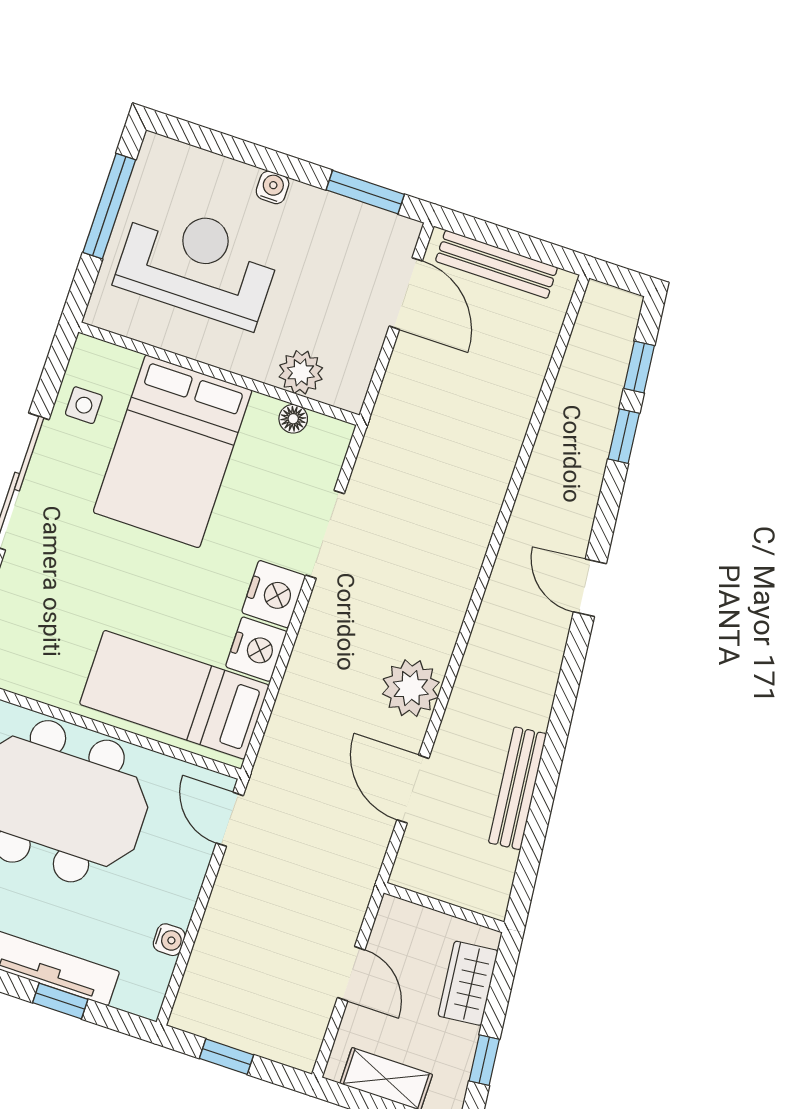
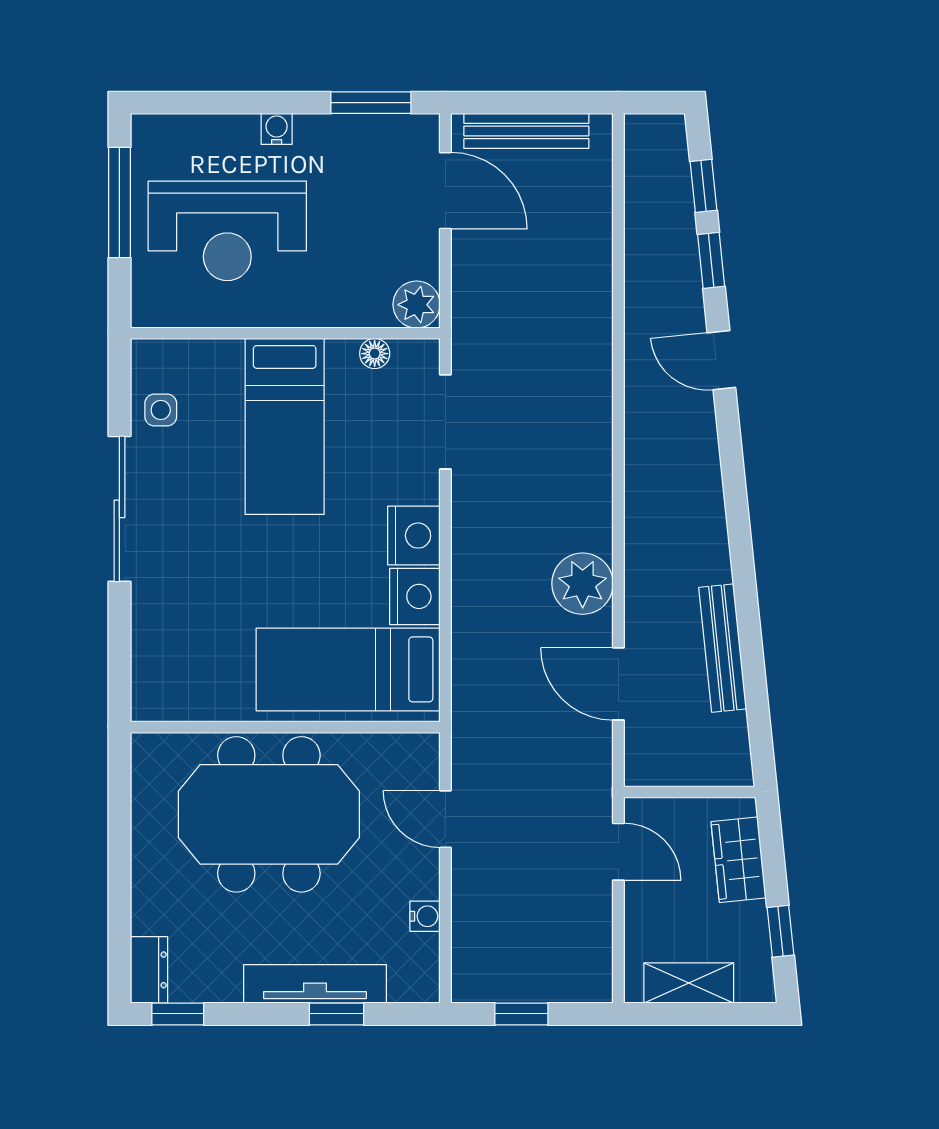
reception desk: (198, 264) -> (227, 231), turned 180
plant: (301, 372) -> (417, 305), moved
bed: (173, 451) -> (285, 426), width x0.67
doorway: (325, 534) -> (445, 422), moved
door: (590, 588) -> (721, 360), moved
door: (230, 819) -> (445, 819), moved
door: (351, 974) -> (618, 852), moved

